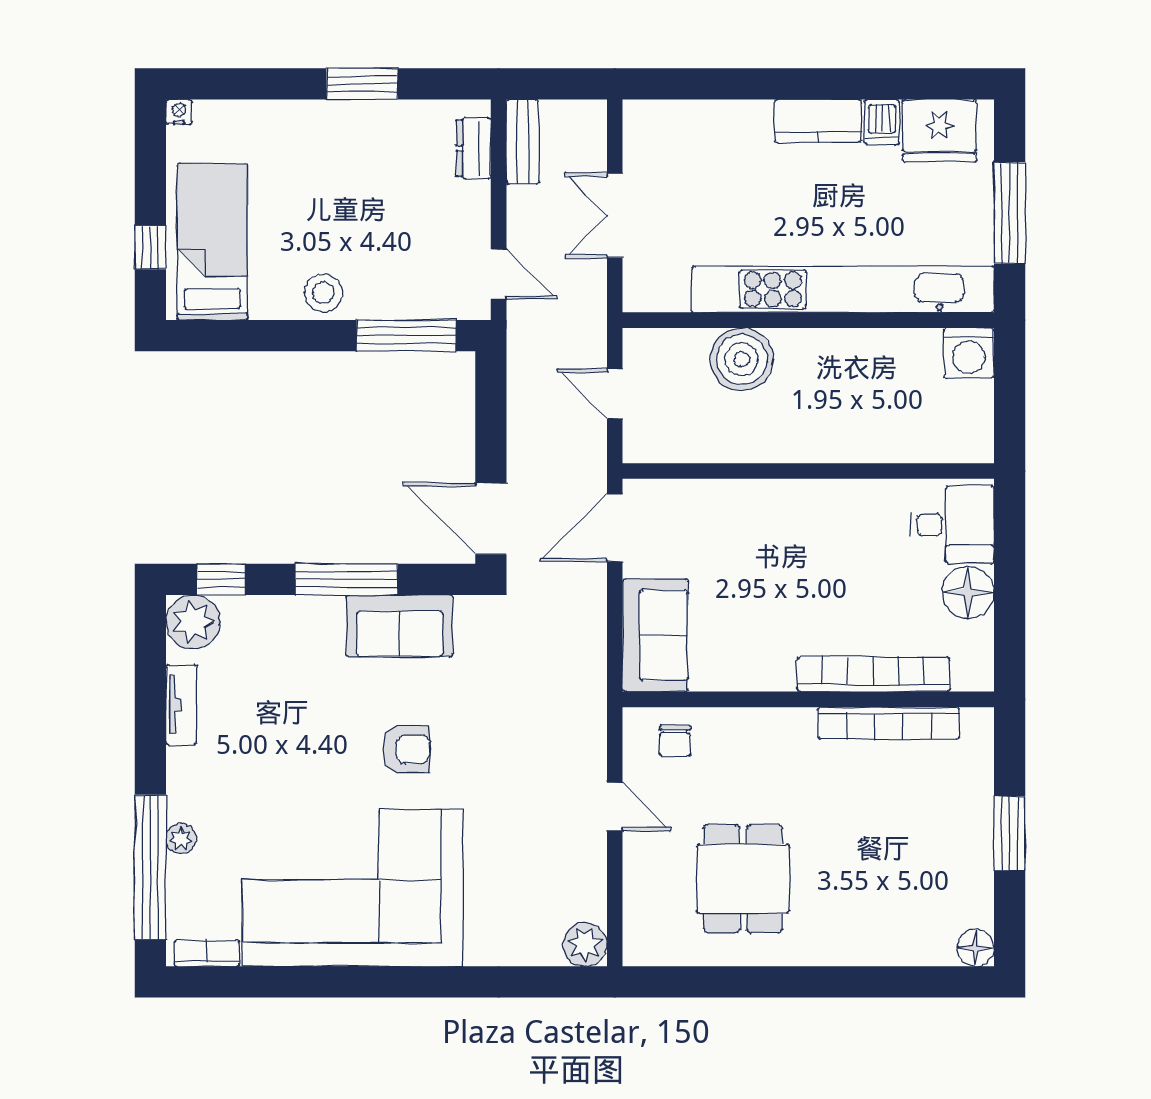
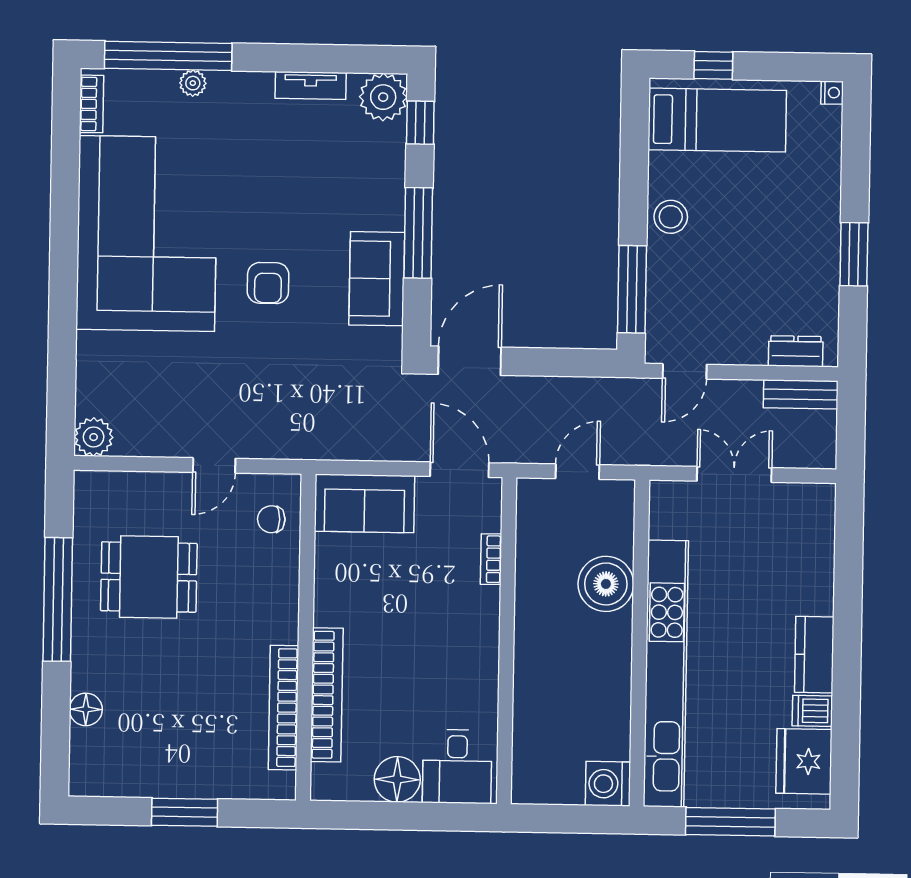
bookcase: (716, 490) -> (491, 559), added
floor lamp: (975, 948) -> (86, 709), moved
window: (770, 982) -> (58, 599), added

